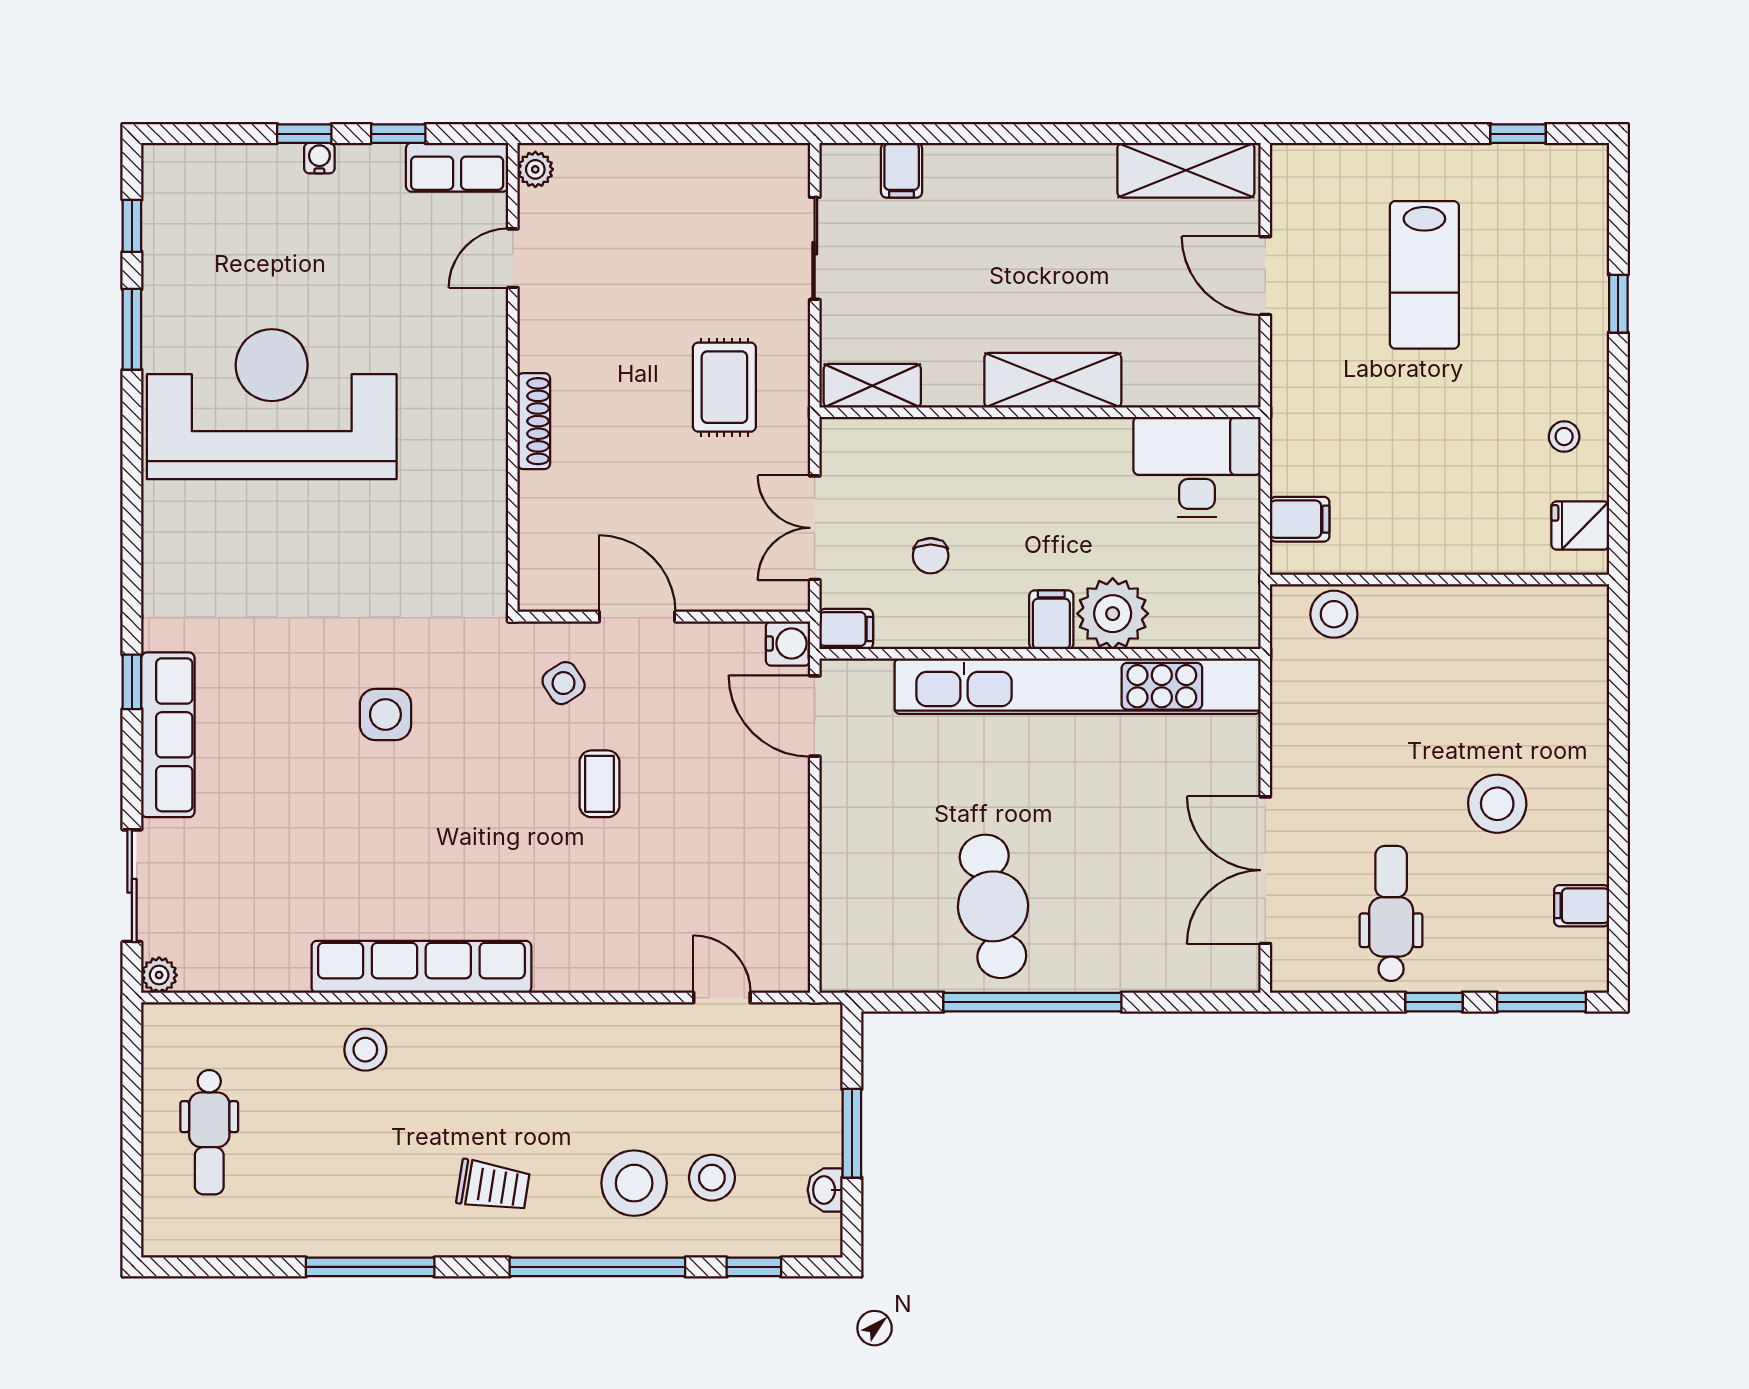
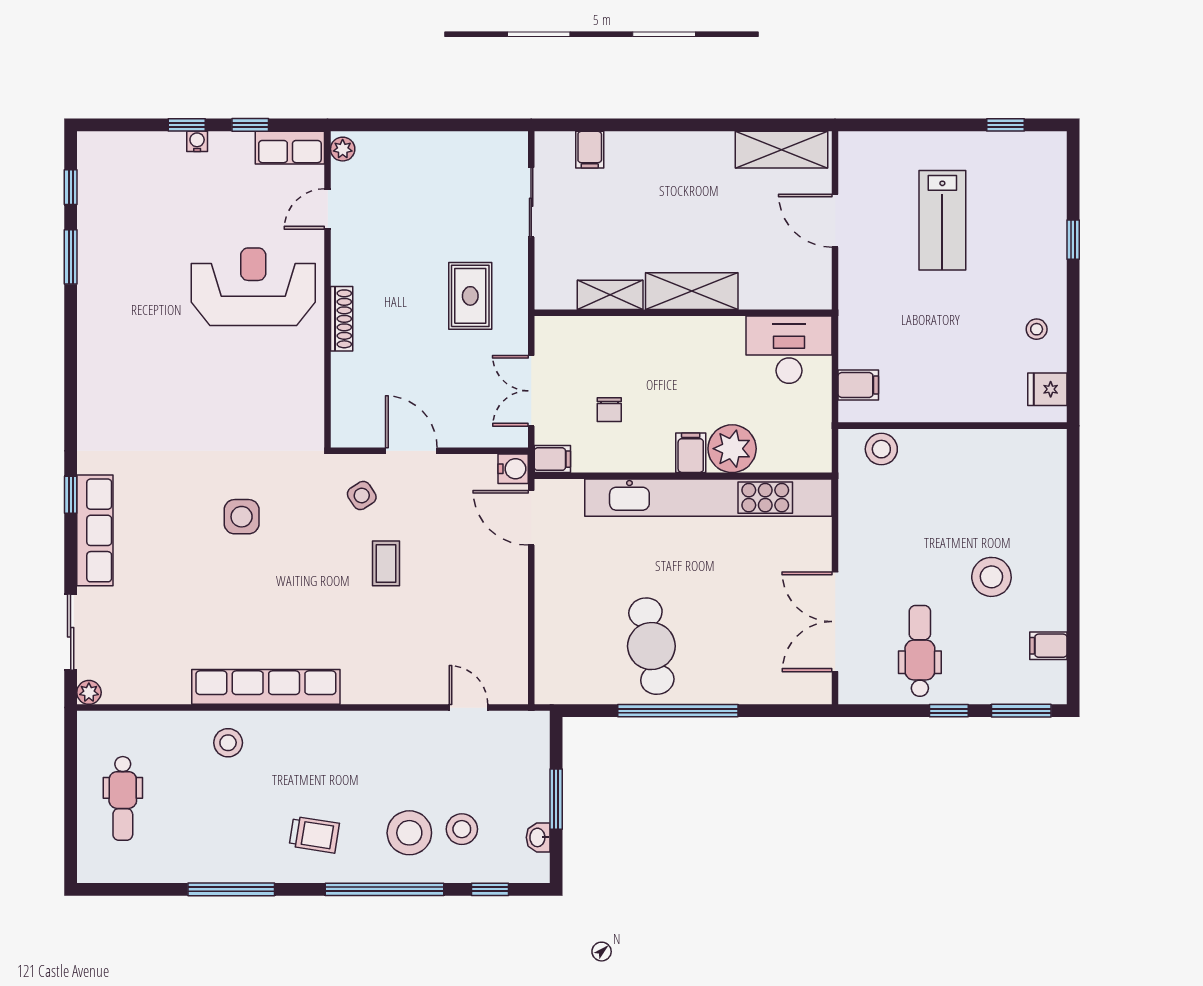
shelving: (872, 386) -> (610, 295), moved
reception desk: (272, 404) -> (253, 287), moved, width x0.74, depth x0.77

